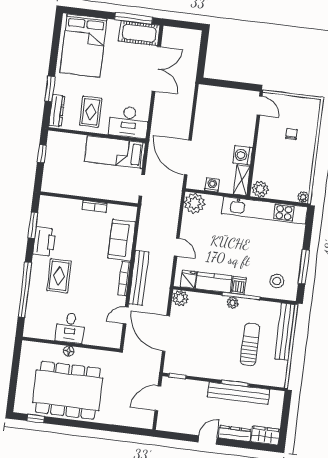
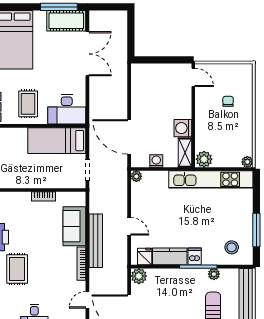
plant: (194, 203) -> (136, 176), width x0.53, depth x0.53
bench: (139, 278) -> (96, 241), moved
plant: (233, 303) -> (214, 274), moved

